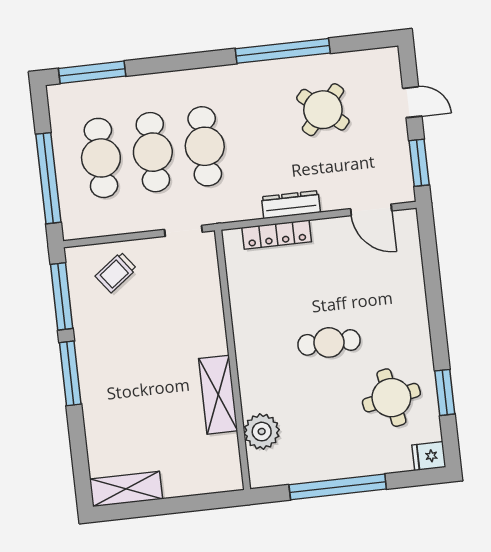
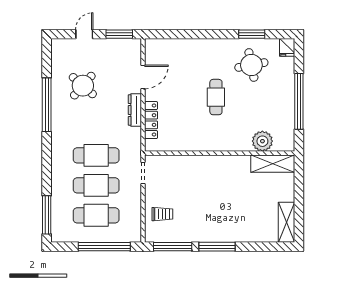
door: (371, 210) -> (143, 77), moved
trolley: (116, 272) -> (162, 214), turned -53
shelving: (218, 395) -> (273, 164), moved

